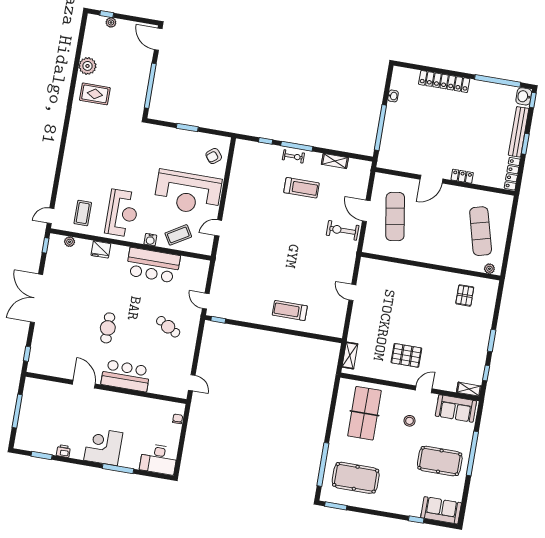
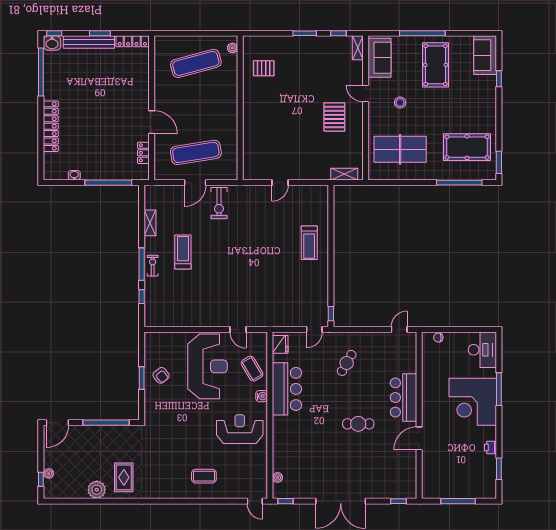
armchair: (214, 156) -> (161, 375), moved
locker: (462, 176) -> (143, 153), moved
coffee table: (83, 213) -> (204, 476), moved
fridge: (101, 249) -> (280, 344), moved
corner desk: (103, 446) -> (473, 402), width x1.36, depth x1.36
pool table: (356, 478) -> (467, 147), turned 90

